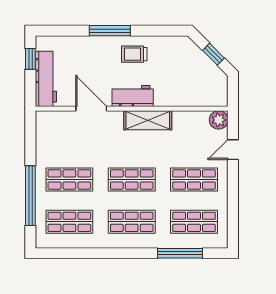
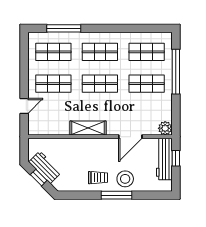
stool: (98, 52) -> (125, 179), added
window: (30, 59) -> (176, 158), moved
workbench: (133, 96) -> (45, 167), moved, turned -135
door: (91, 109) -> (130, 137), hinge flipped
plant: (219, 120) -> (165, 128), moved

